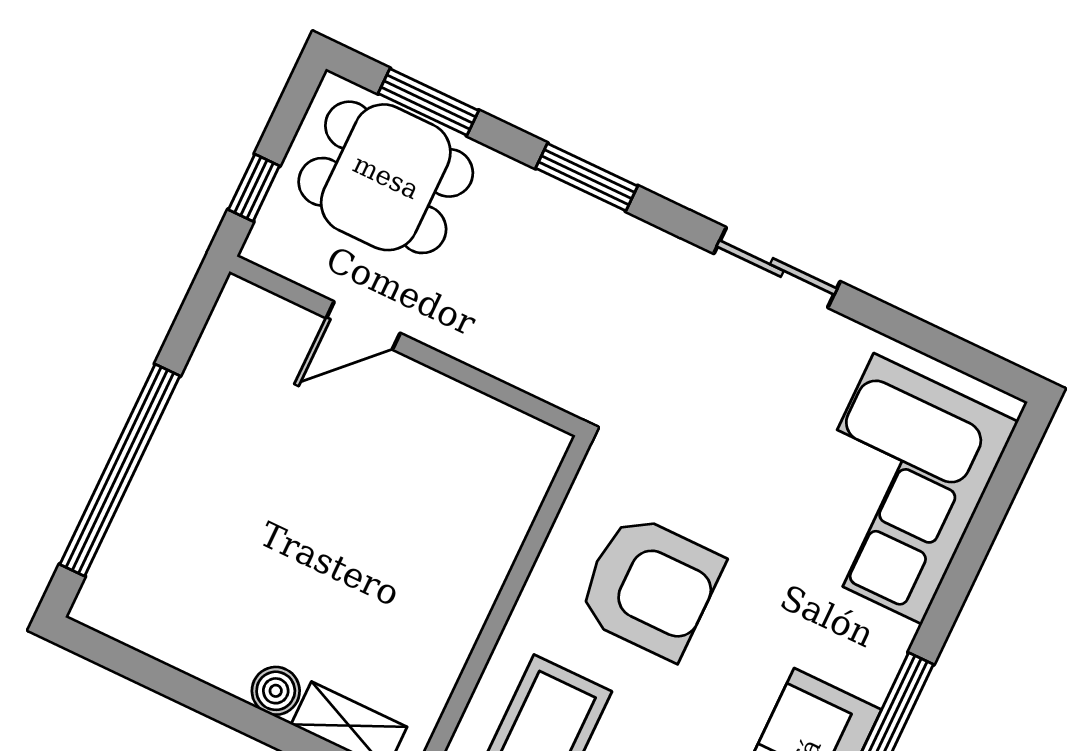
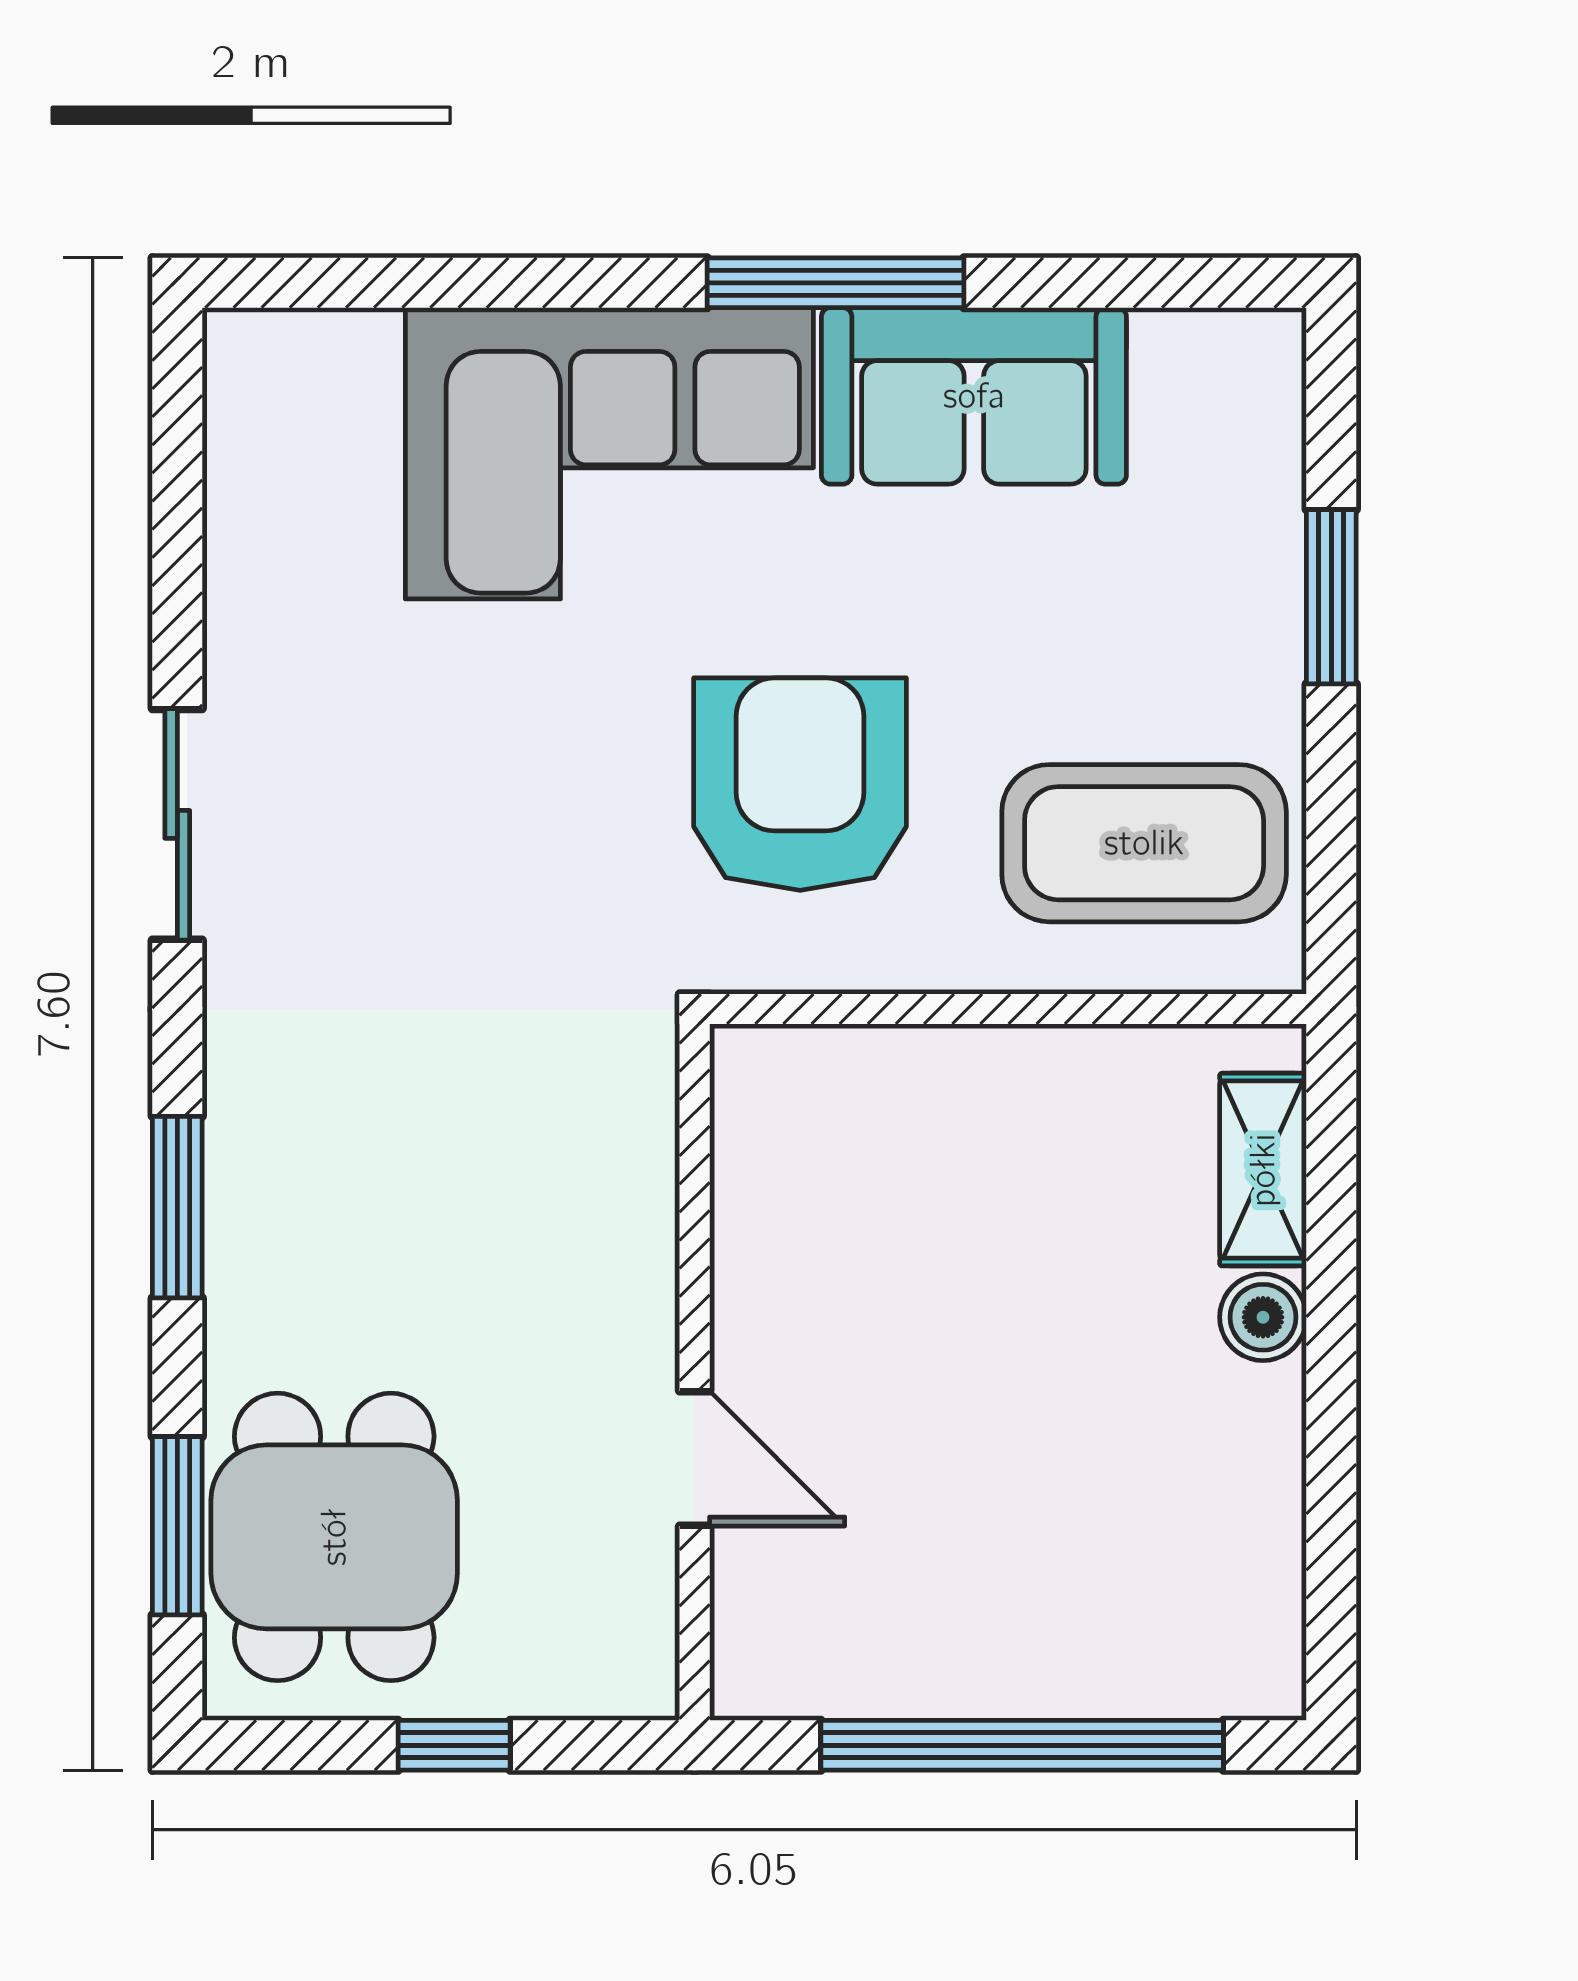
door: (363, 326) -> (695, 1458), moved
wall: (406, 346) -> (695, 1372), moved
corner sofa: (898, 489) -> (609, 453), moved

